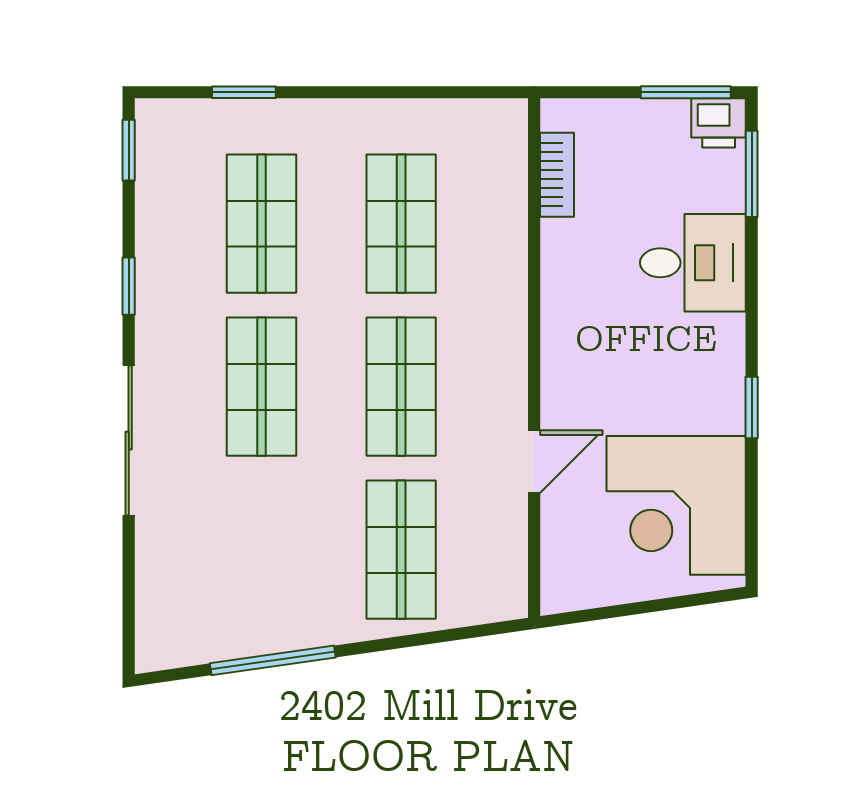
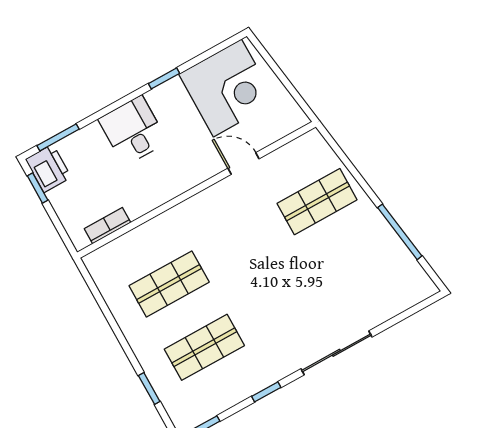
window: (686, 92) -> (38, 188), width x0.67
printer: (719, 123) -> (48, 168), width x1.36, depth x1.24
desk: (693, 263) -> (133, 131), moved
shop shelf: (262, 387) -> (278, 306), removed
shop shelf: (401, 387) -> (243, 243), removed

